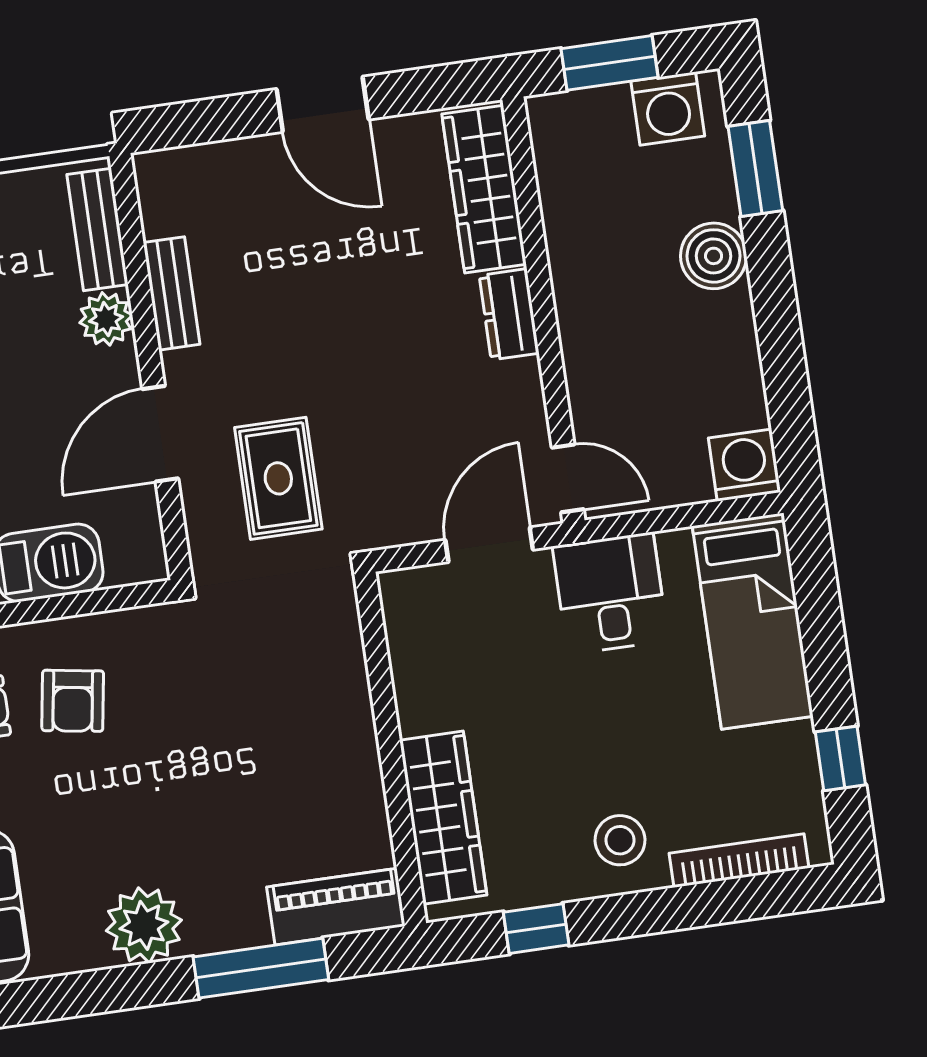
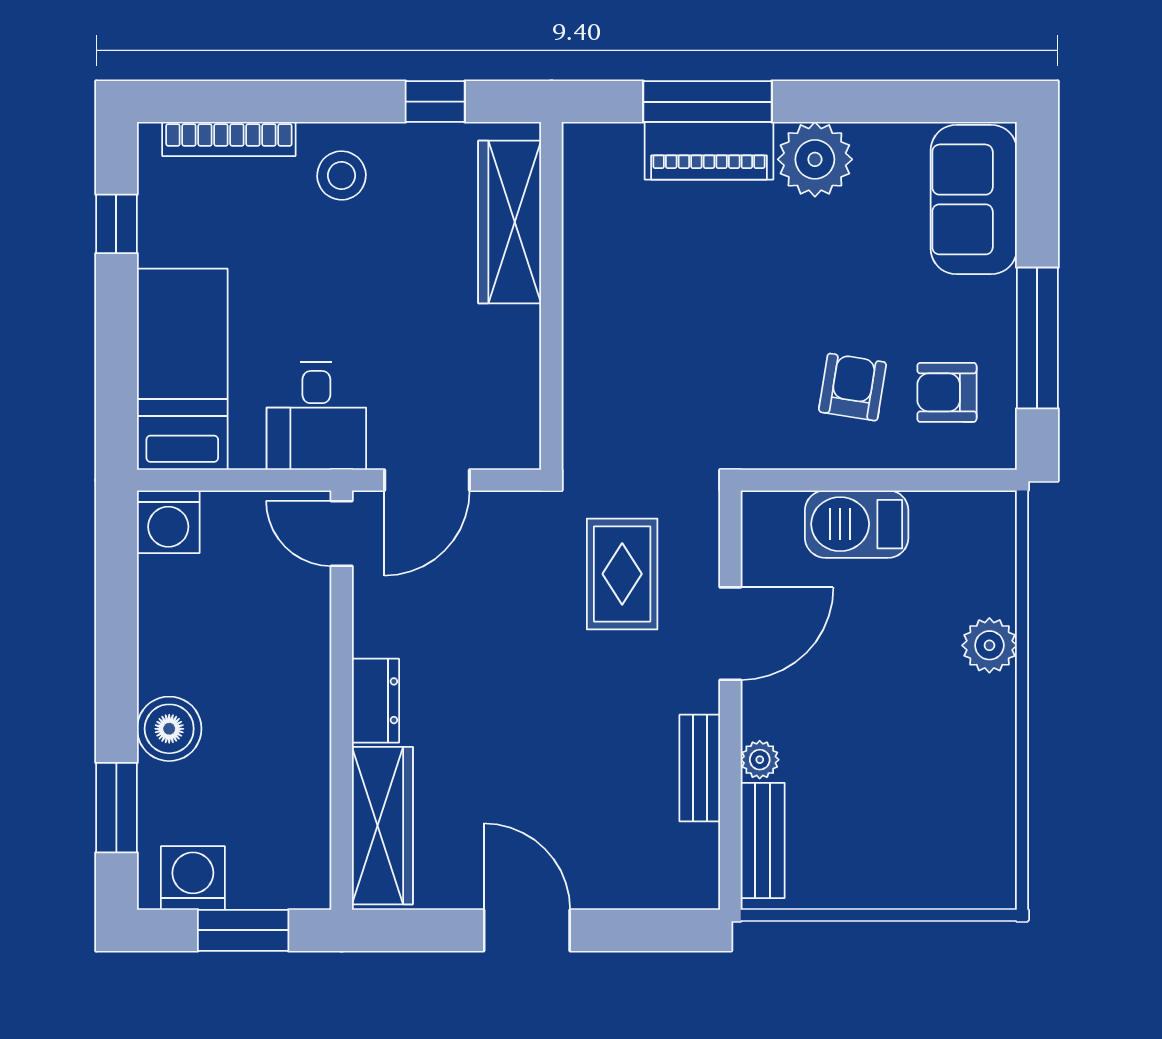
plant: (106, 319) -> (760, 760), width x0.73, depth x0.73
piano: (336, 907) -> (709, 151), moved

